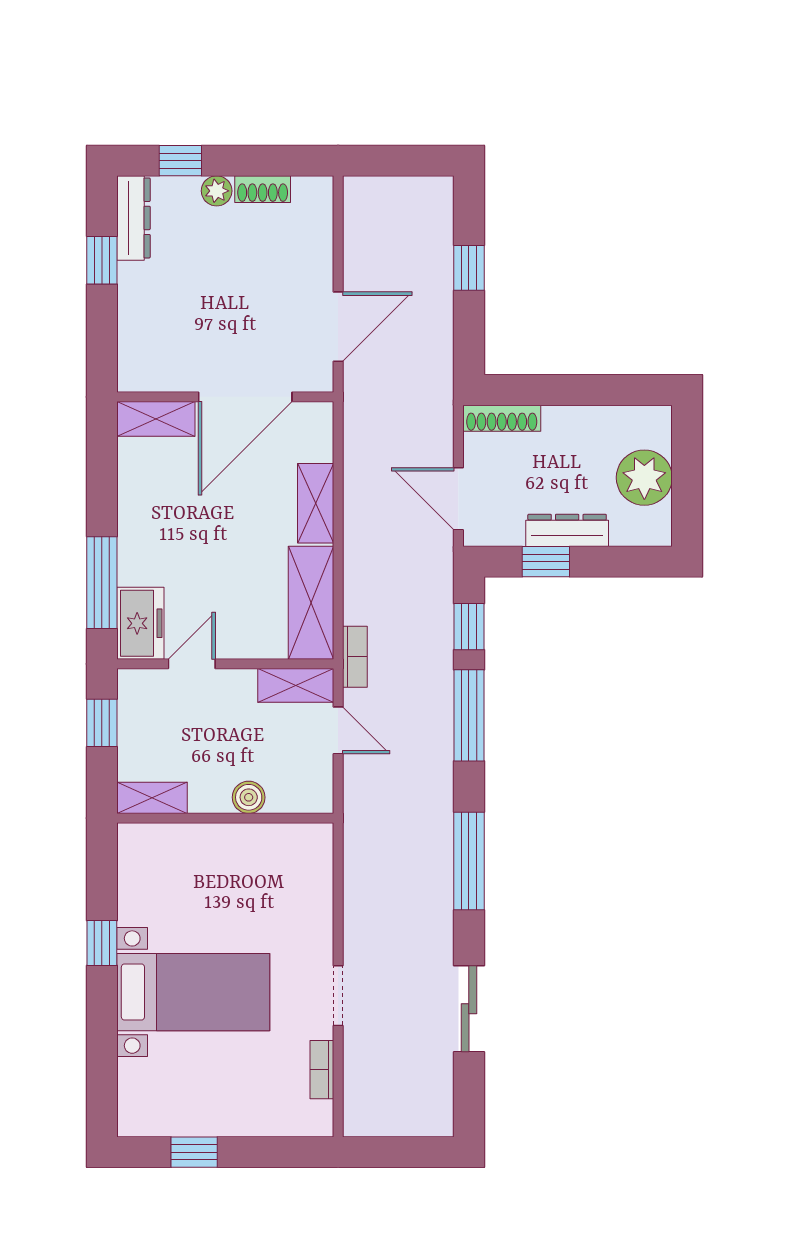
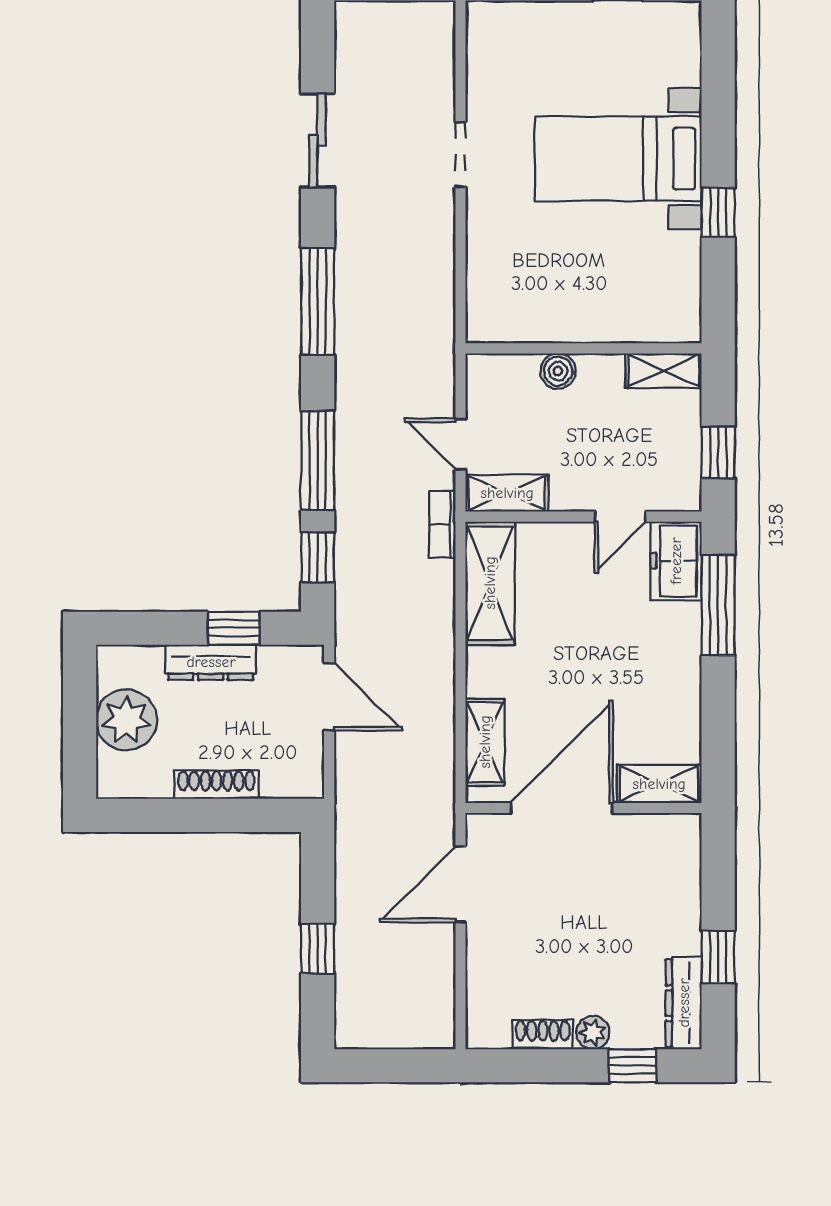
shoe rack: (502, 418) -> (216, 785), moved
shelving: (316, 503) -> (485, 742), moved
bookcase: (322, 1070) -> (478, 74), removed

